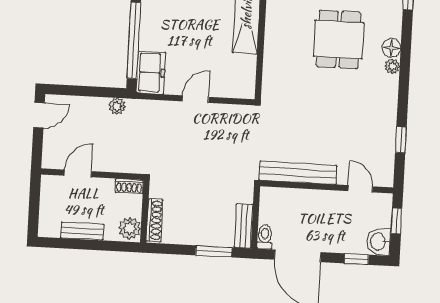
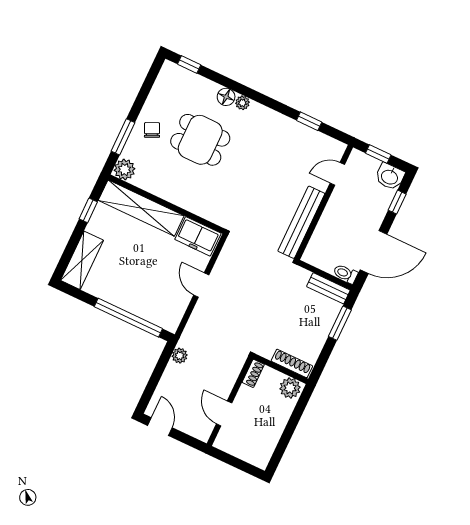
freezer: (151, 73) -> (198, 236), moved, turned 180
bench: (82, 231) -> (276, 430), removed

